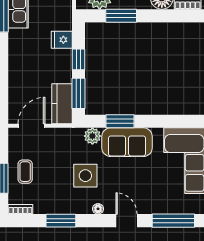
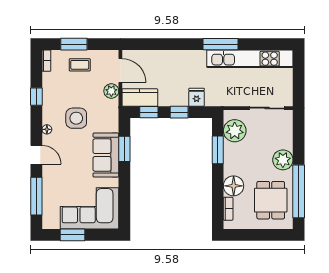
window: (78, 93) -> (149, 112), width x0.67
plant: (92, 136) -> (111, 91), moved
window: (61, 221) -> (36, 97), width x0.67
door: (127, 221) -> (36, 155), hinge flipped

